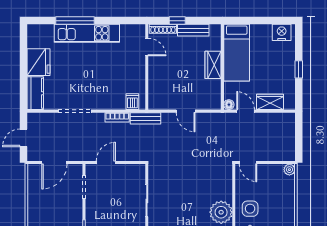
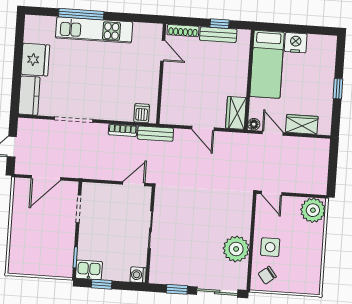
window: (177, 21) -> (220, 24), moved
nightstand: (282, 32) -> (296, 43), moved
wardrobe: (213, 65) -> (236, 113), moved
door: (106, 162) -> (134, 184), moved
plant: (289, 170) -> (313, 210), width x1.87, depth x1.87

